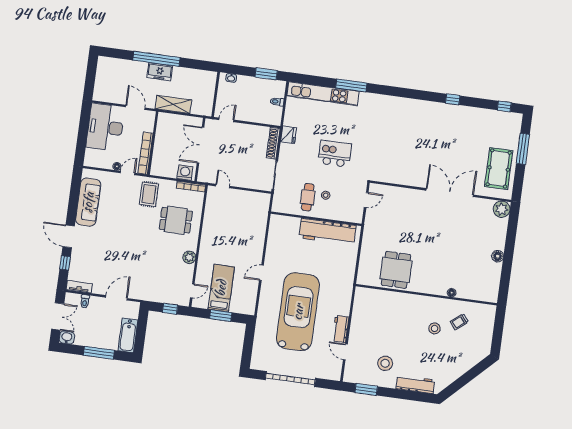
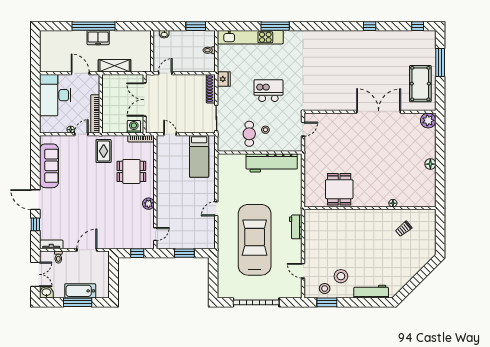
bed: (221, 288) -> (199, 156), moved, turned 180
stool: (435, 328) -> (325, 289), moved
workbench: (341, 329) -> (296, 227), moved
bathtub: (128, 335) -> (80, 291), moved, turned 90

